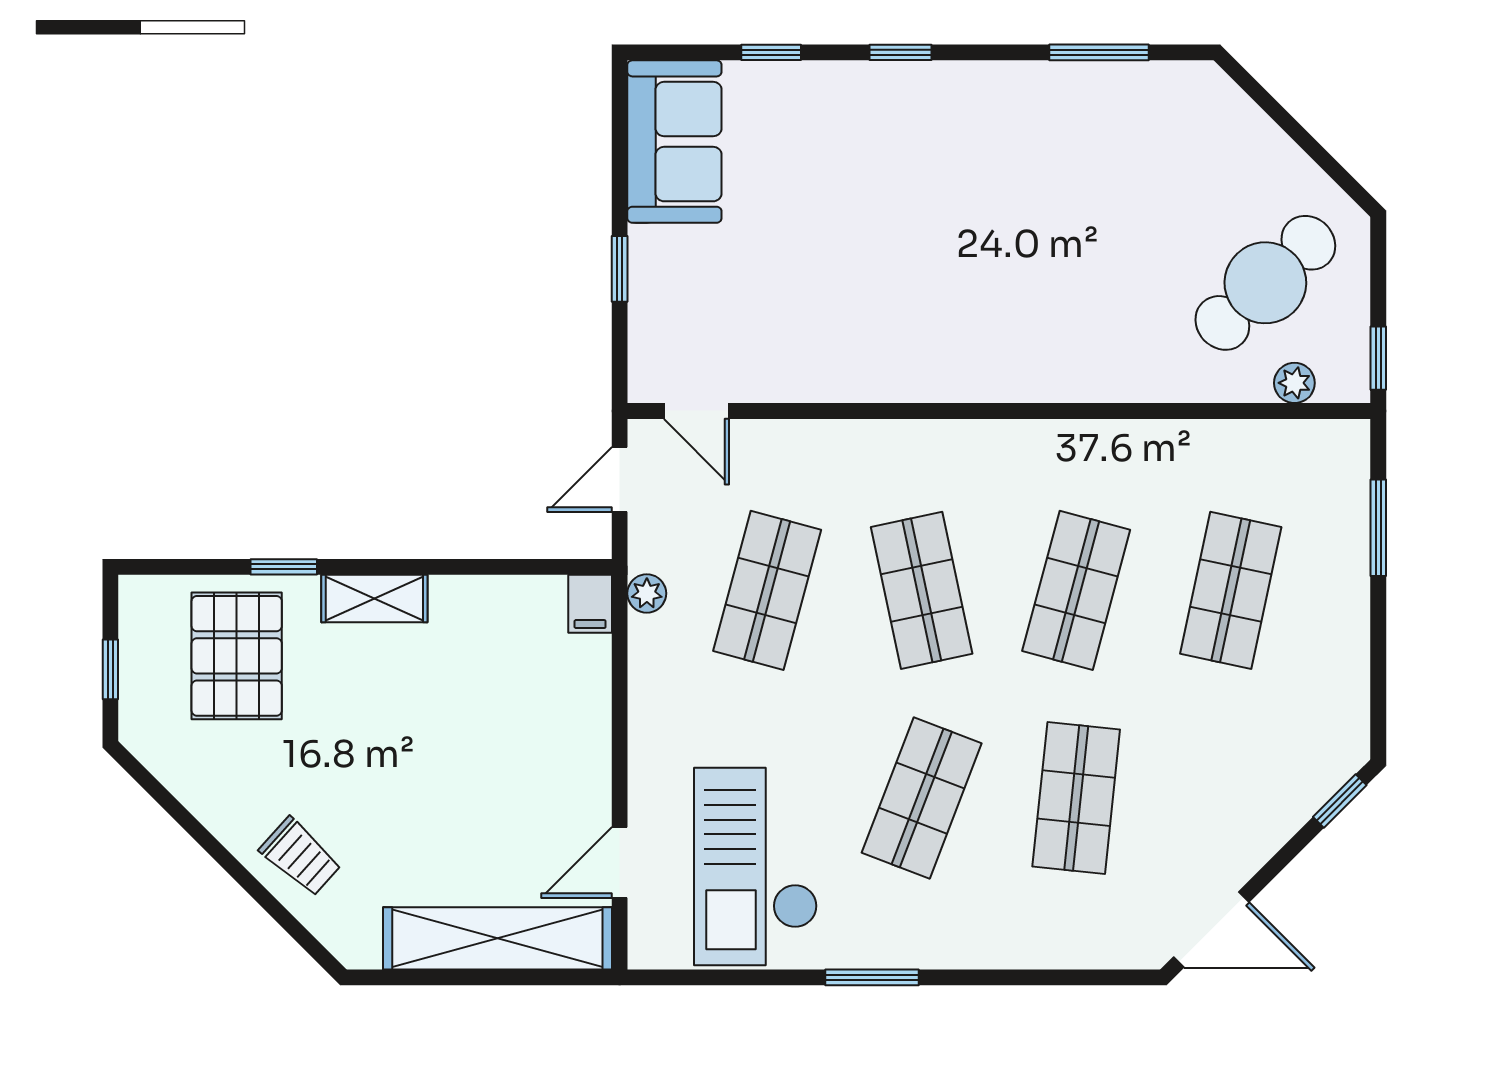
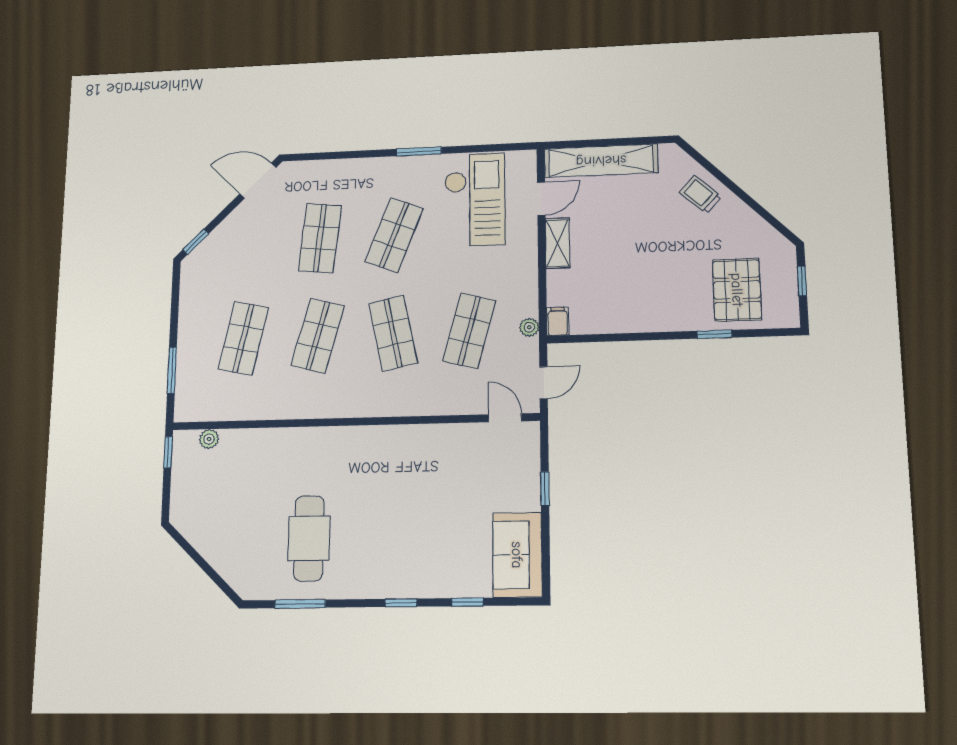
cafe table: (1265, 283) -> (309, 538), moved, turned -47
shelving: (374, 598) -> (557, 243), moved, turned 90

